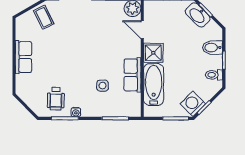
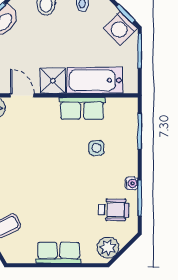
door: (142, 30) -> (22, 95), swing flipped
plant: (27, 94) -> (108, 247), added

